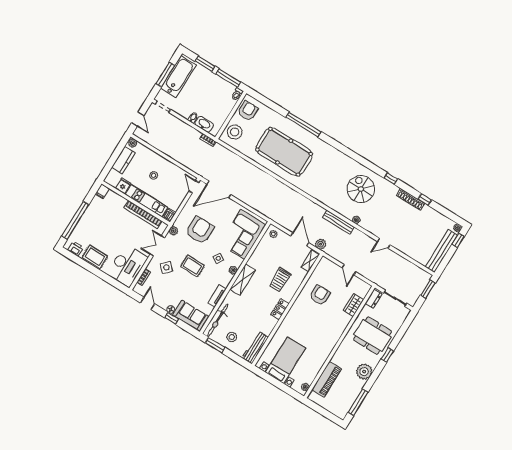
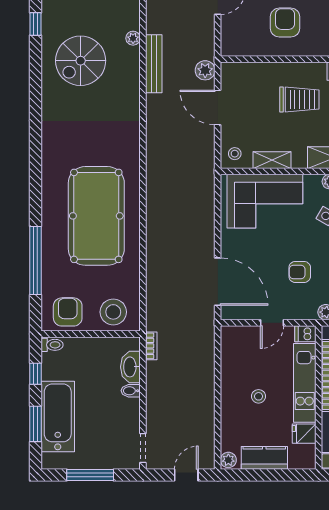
bathtub: (178, 77) -> (58, 416), moved, turned 90
window: (228, 78) -> (35, 374), width x0.46
armchair: (248, 111) -> (68, 312), turned 90
window: (303, 125) -> (35, 260), moved
door: (194, 187) -> (272, 323), moved
armchair: (200, 230) -> (300, 272), width x0.53, depth x0.53
door: (300, 239) -> (218, 107), hinge flipped
shelving: (310, 261) -> (272, 160), moved
armchair: (320, 295) -> (285, 23), turned 90

